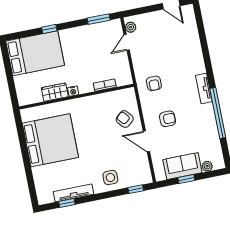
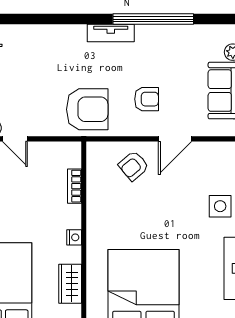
armchair: (154, 83) -> (87, 109), width x1.88, depth x1.88
wardrobe: (55, 92) -> (70, 284), moved
armchair: (168, 119) -> (147, 99), turned 90

